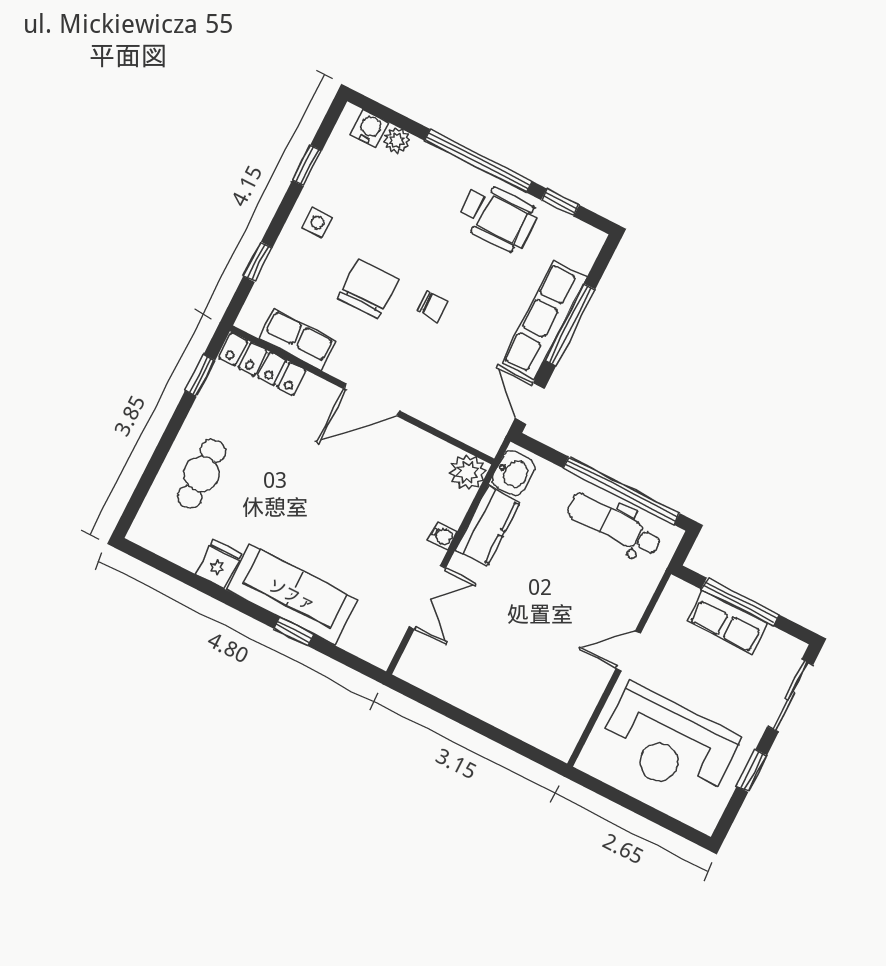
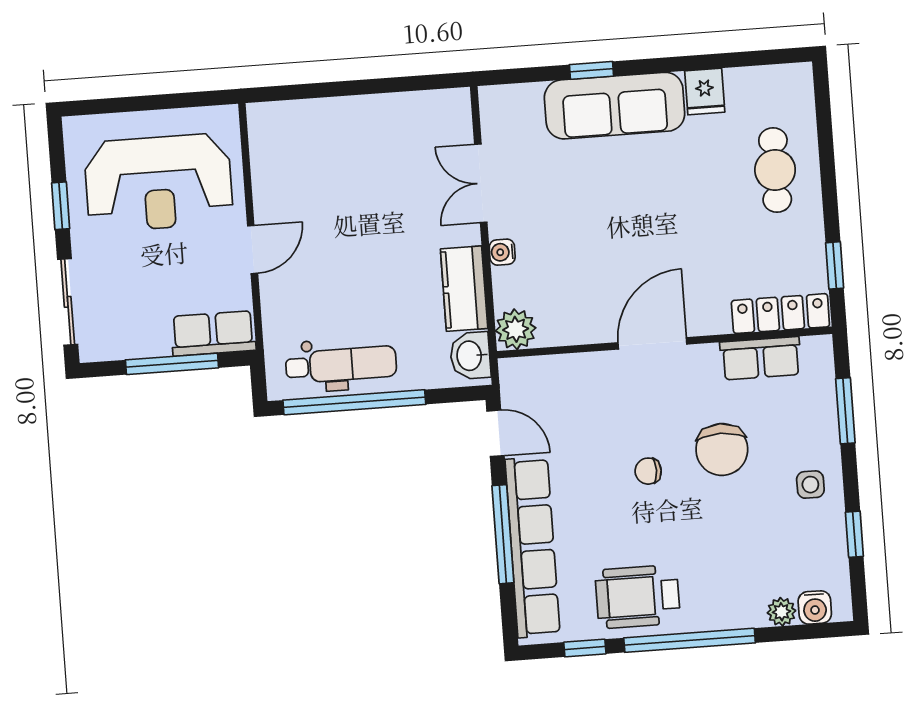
window: (258, 262) -> (845, 411), width x1.50
row of seats: (544, 320) -> (533, 547), width x1.36
row of seats: (727, 622) -> (213, 333), moved
reception desk: (668, 744) -> (159, 183), turned 180

